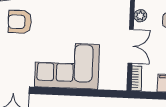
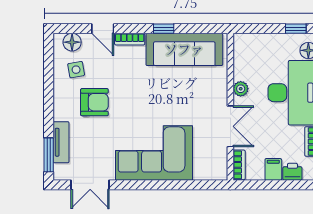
armchair: (20, 22) -> (94, 102), turned 180

